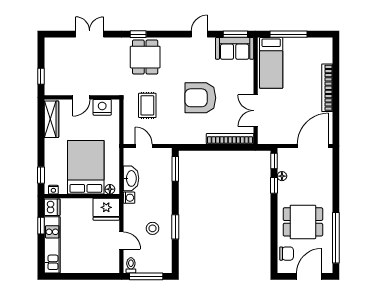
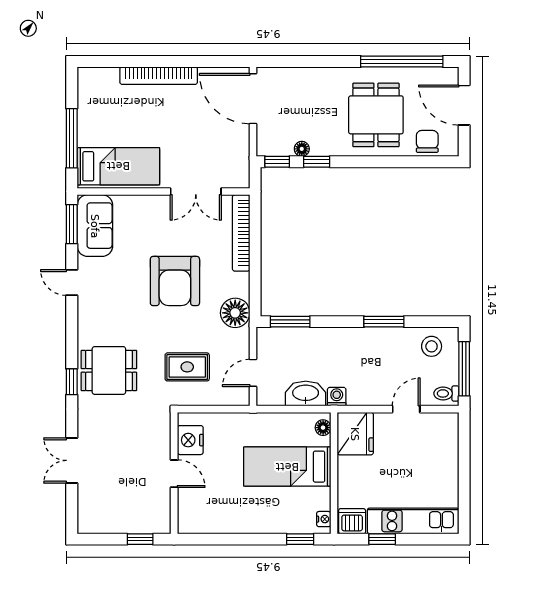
wardrobe: (51, 119) -> (210, 522), removed
floor lamp: (181, 135) -> (235, 313), added
bed: (86, 167) -> (287, 467), width x0.67
stool: (153, 228) -> (432, 346), moved

